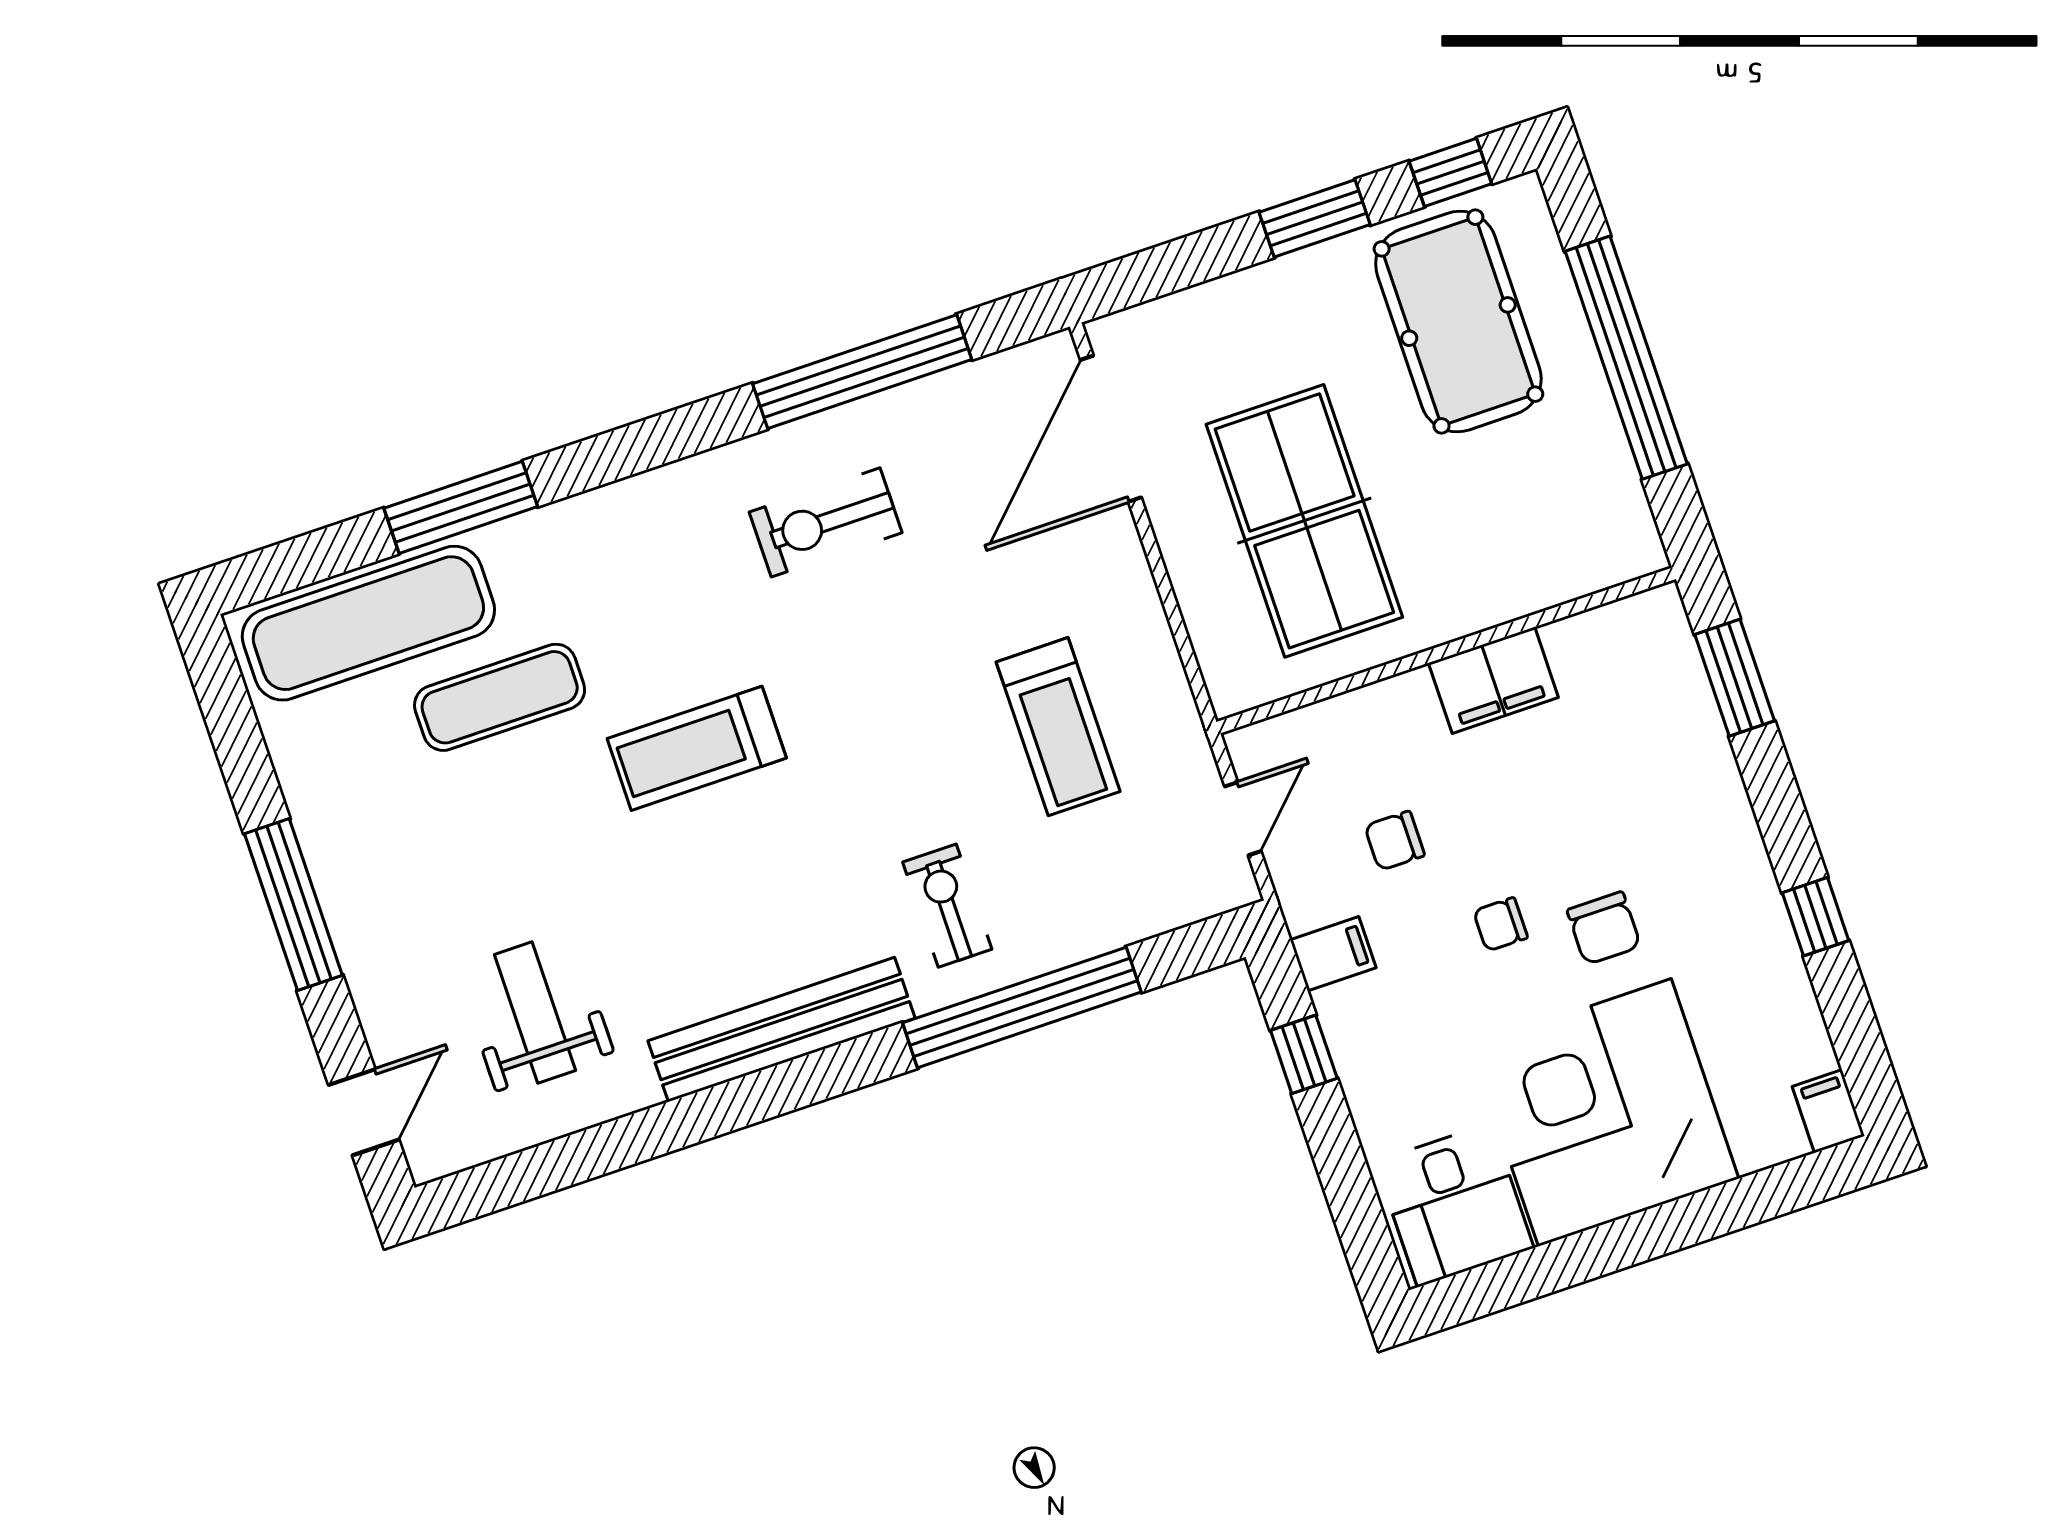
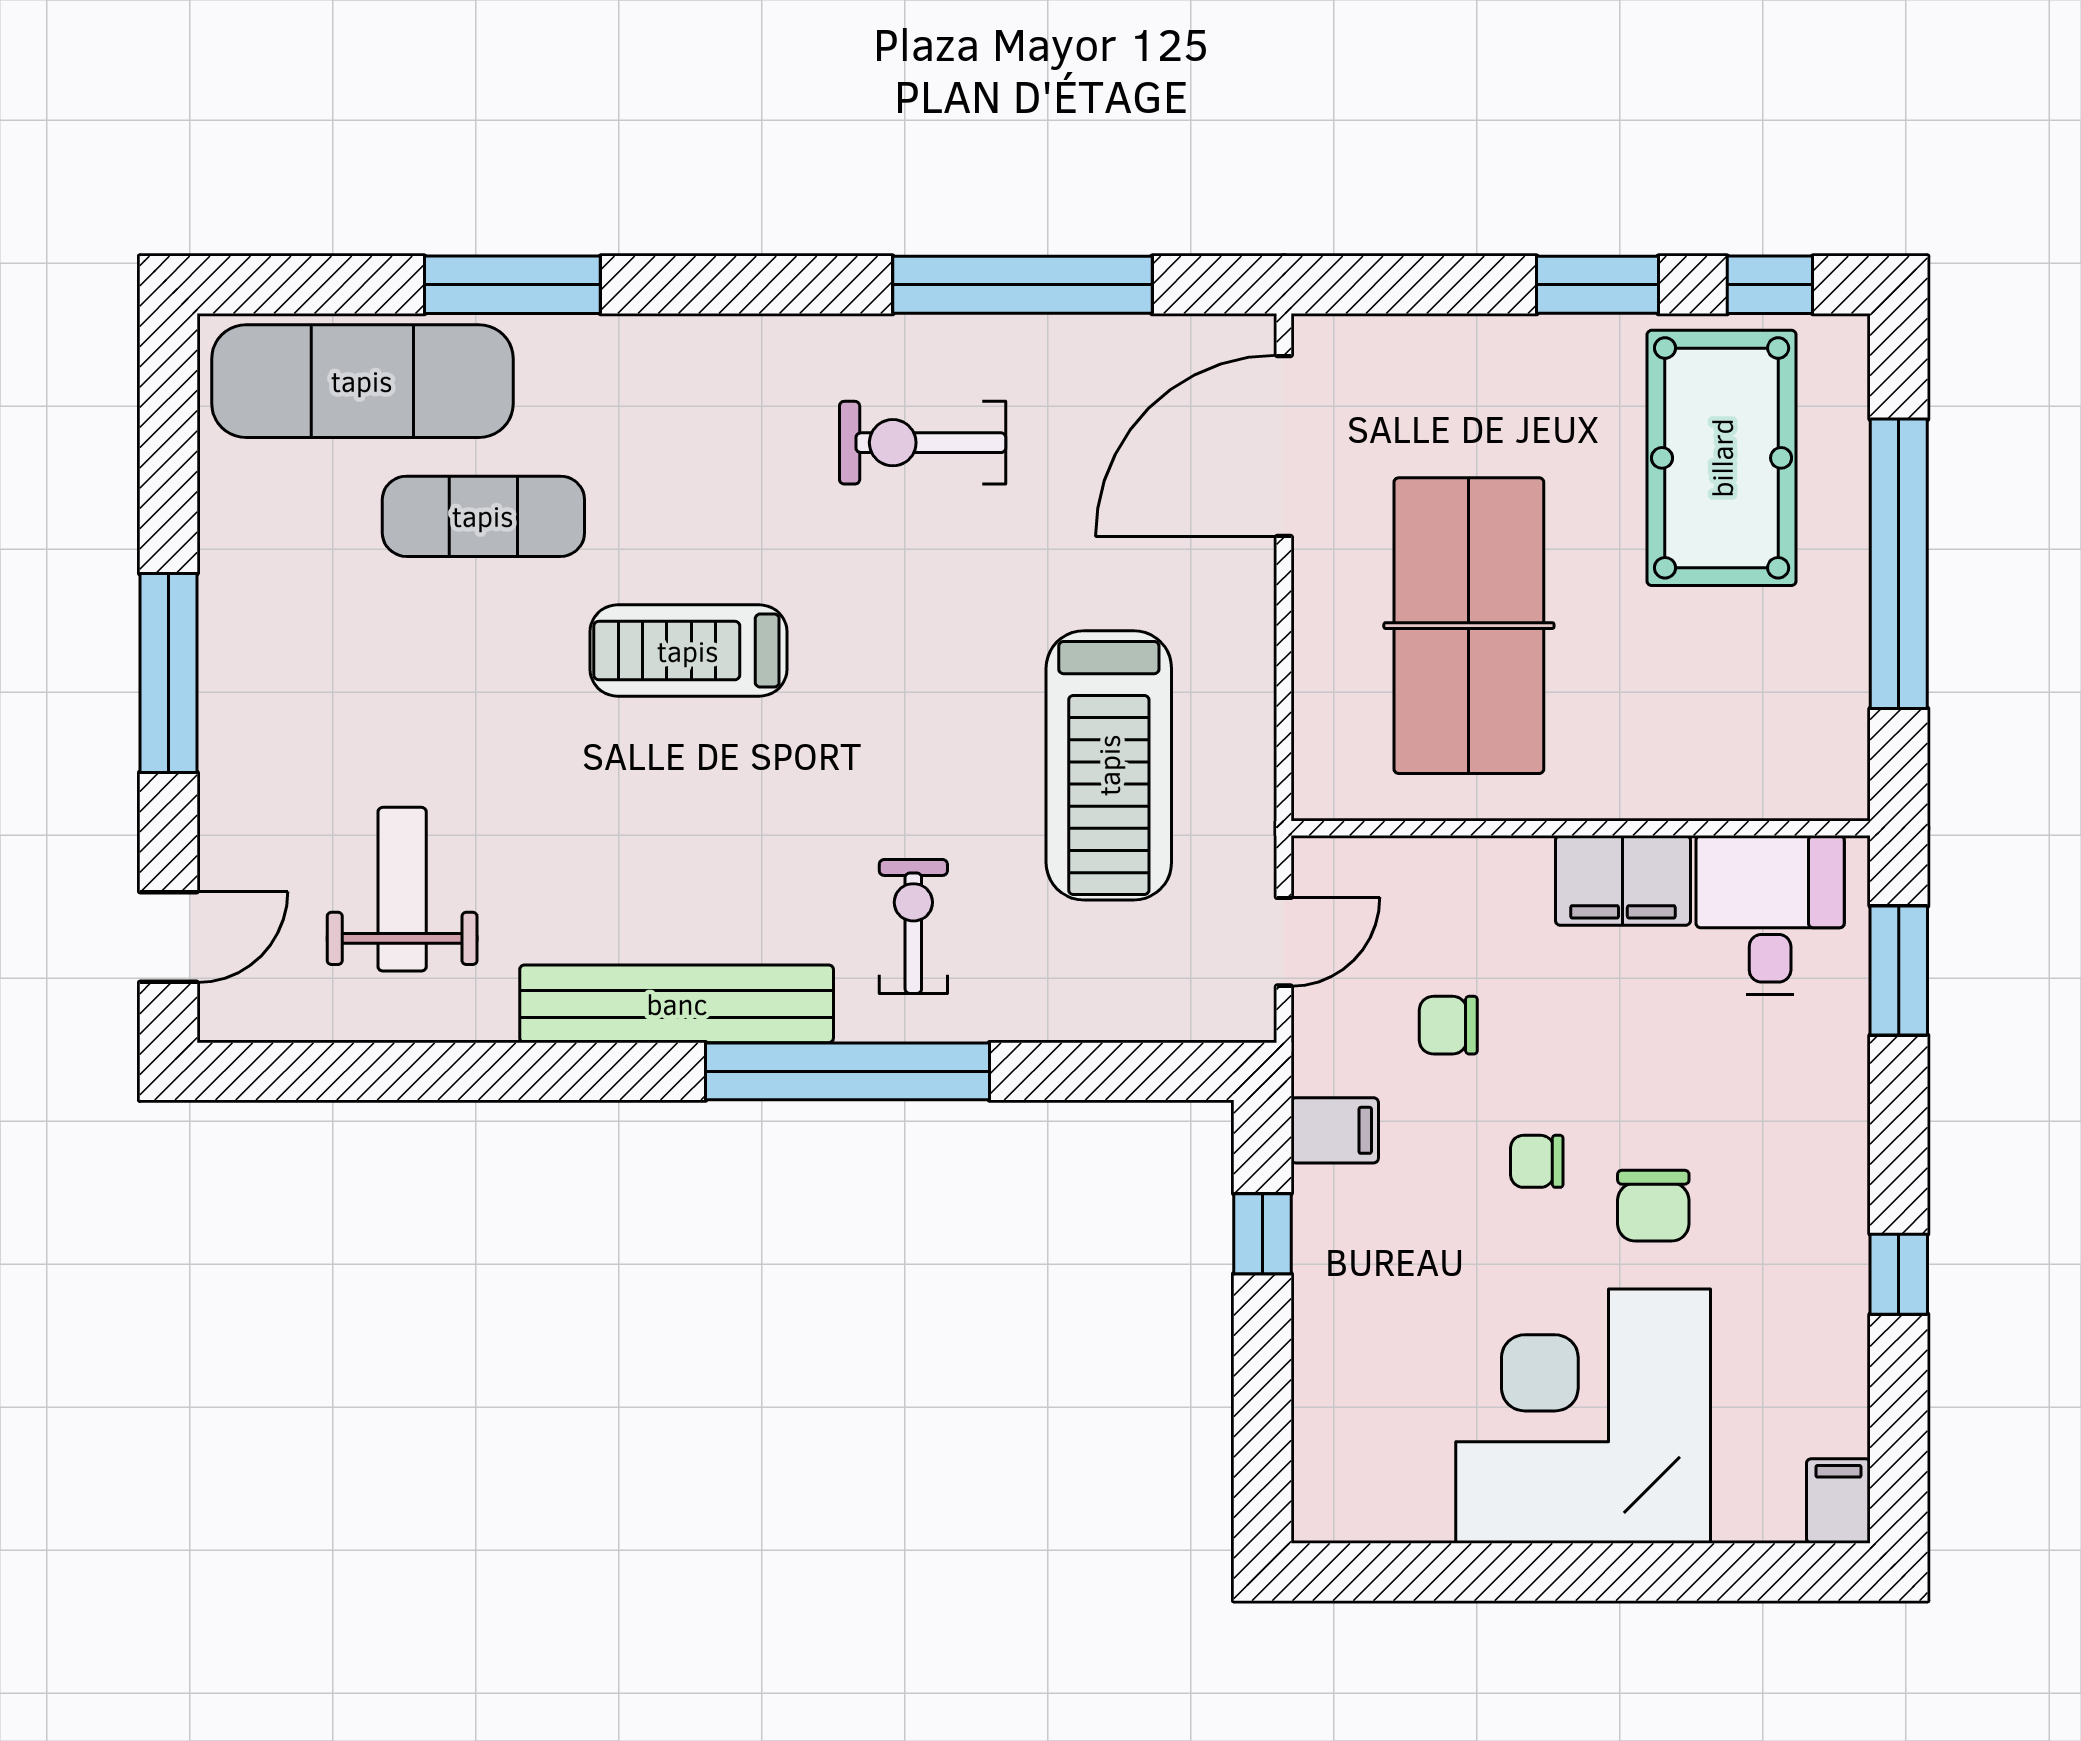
treadmill: (1058, 727) -> (1109, 765), width x1.37, depth x1.38
window: (1022, 1007) -> (847, 1071), moved
desk: (1455, 1205) -> (1770, 915), moved, turned 180

